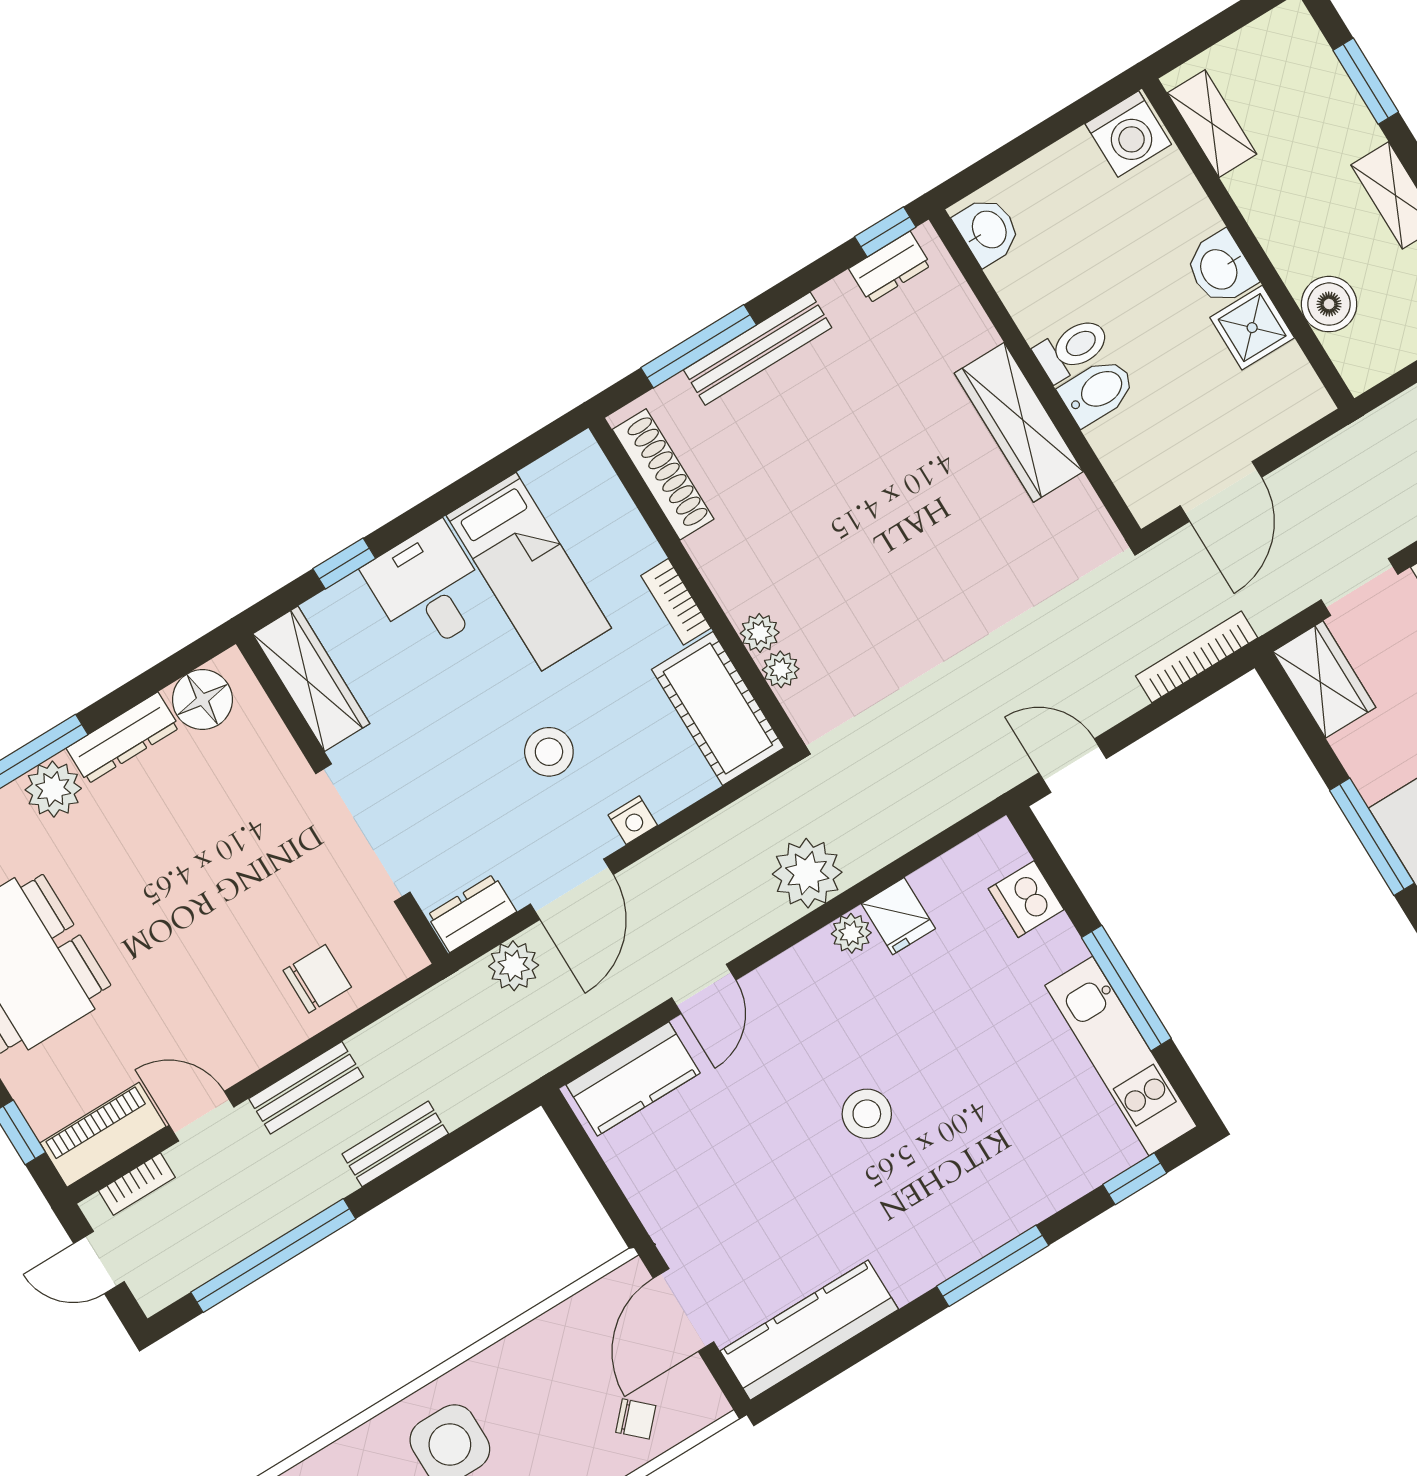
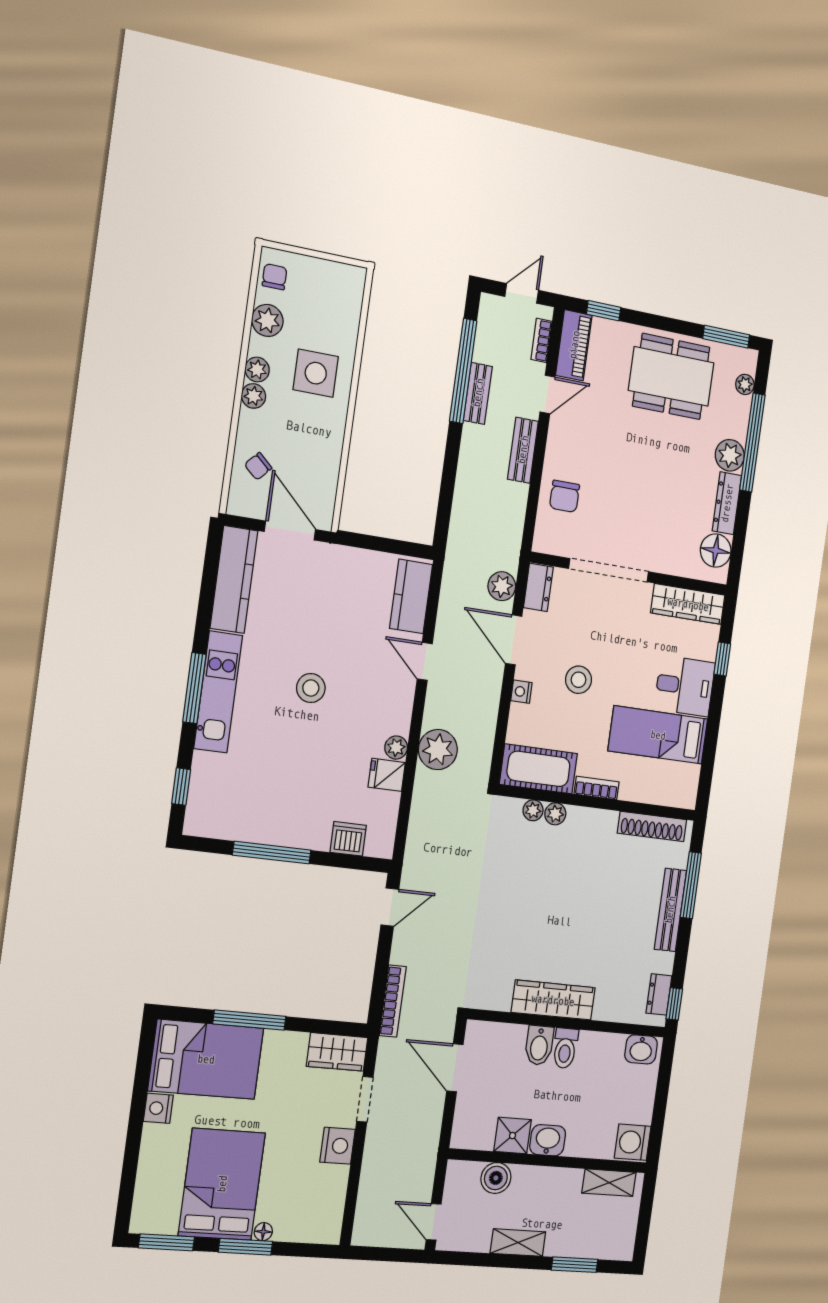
kitchen unit: (1121, 1056) -> (218, 692), moved, turned 90
bench: (395, 1144) -> (478, 393), moved

